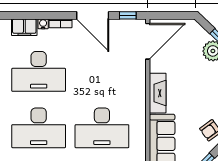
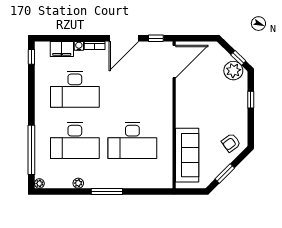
door: (93, 15) -> (124, 38), hinge flipped
fireplace: (158, 93) -> (183, 109), removed

